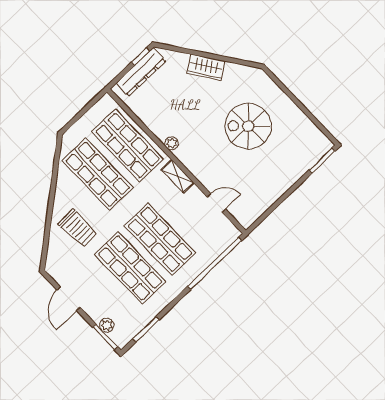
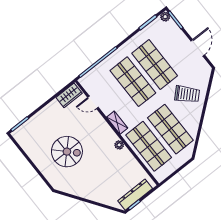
wardrobe: (206, 67) -> (69, 95), moved, turned 125
trolley: (78, 228) -> (187, 94), turned 138
plant: (107, 325) -> (165, 17), moved

